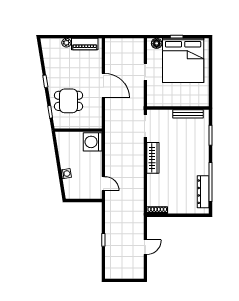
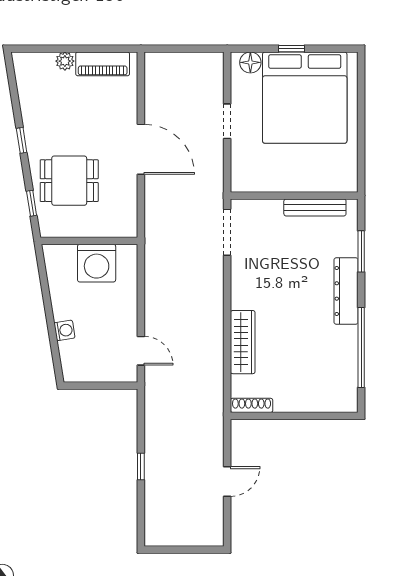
washing machine: (93, 142) -> (97, 263), moved, turned -90
wardrobe: (153, 158) -> (243, 342), moved
dresser: (203, 192) -> (346, 291), moved

